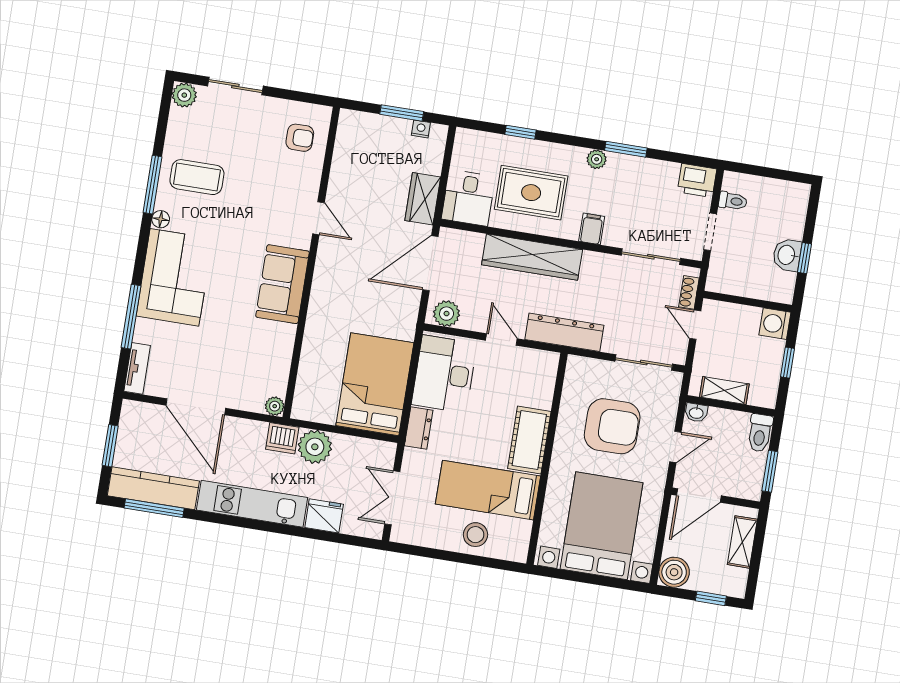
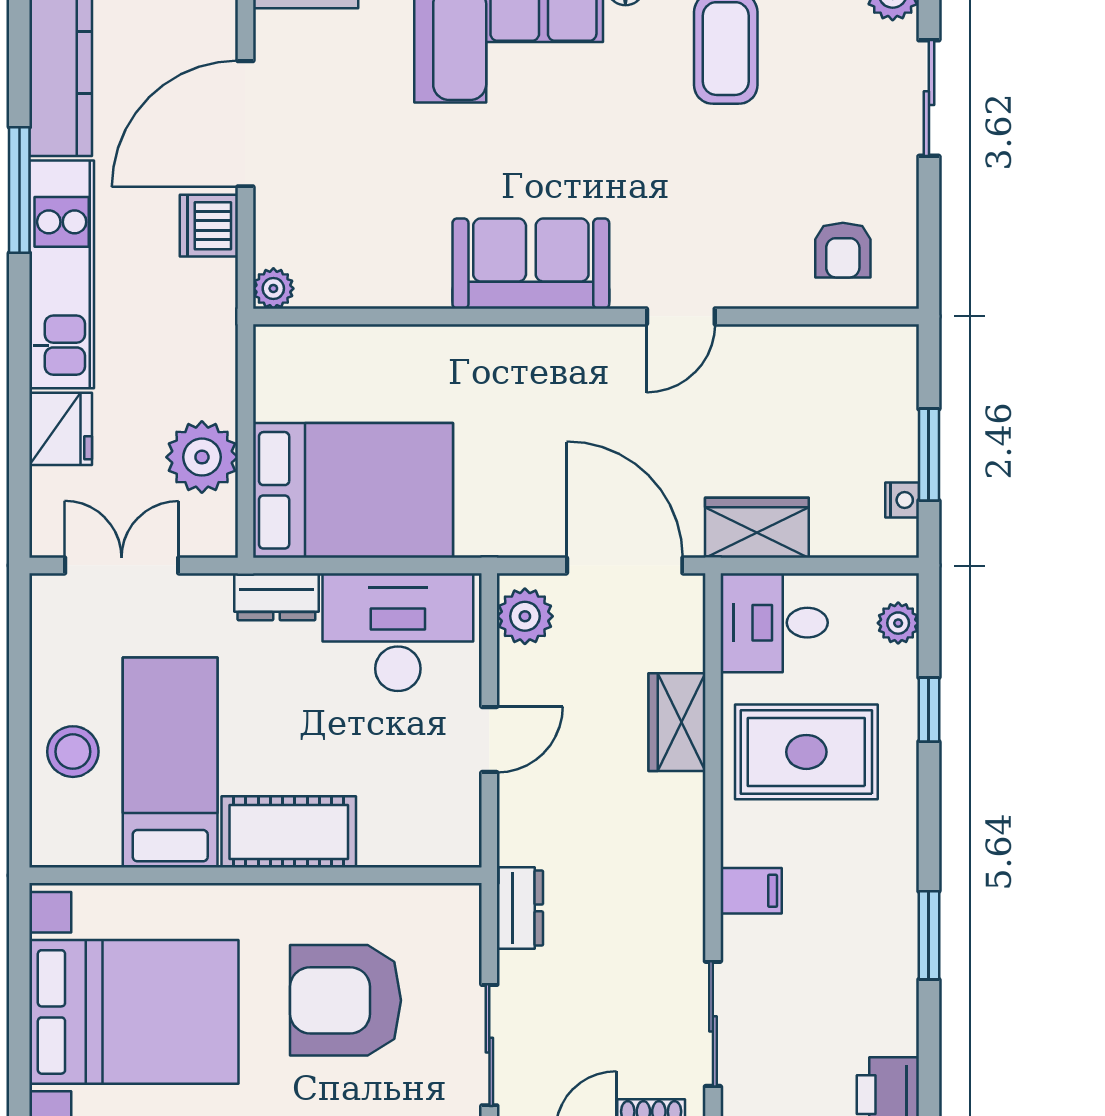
plant: (597, 159) -> (898, 623), moved
rug: (531, 193) -> (806, 752), turned 90
wardrobe: (532, 257) -> (677, 722), width x0.48, depth x0.85
dresser: (564, 332) -> (520, 908), width x0.51, depth x0.80
armchair: (612, 426) -> (346, 1000), turned 90
dishwasher: (282, 438) -> (209, 226), moved
plant: (315, 447) -> (202, 457), moved
window: (154, 508) -> (19, 190), moved

